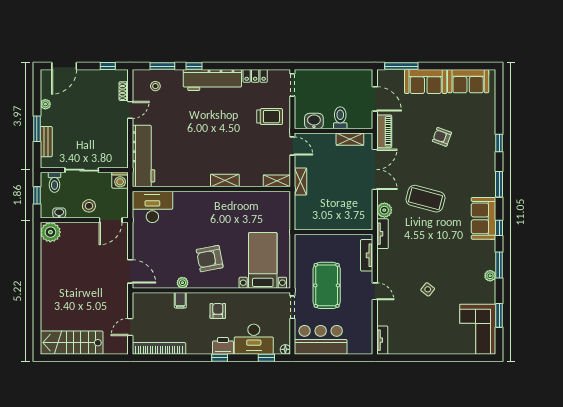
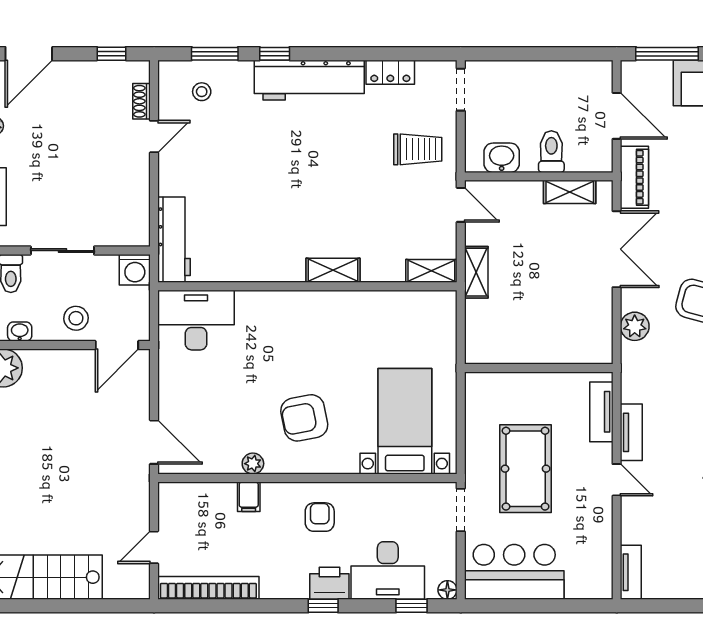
workbench: (143, 156) -> (174, 240), width x0.73, depth x0.76
tv unit: (383, 234) -> (631, 432), moved

